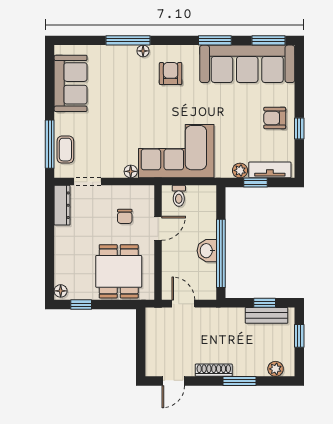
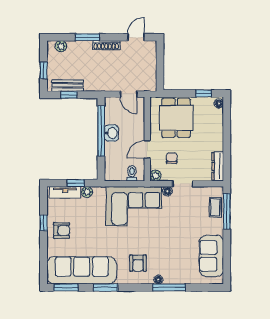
doorway: (87, 182) -> (183, 184), moved
plant: (147, 193) -> (155, 176), added

